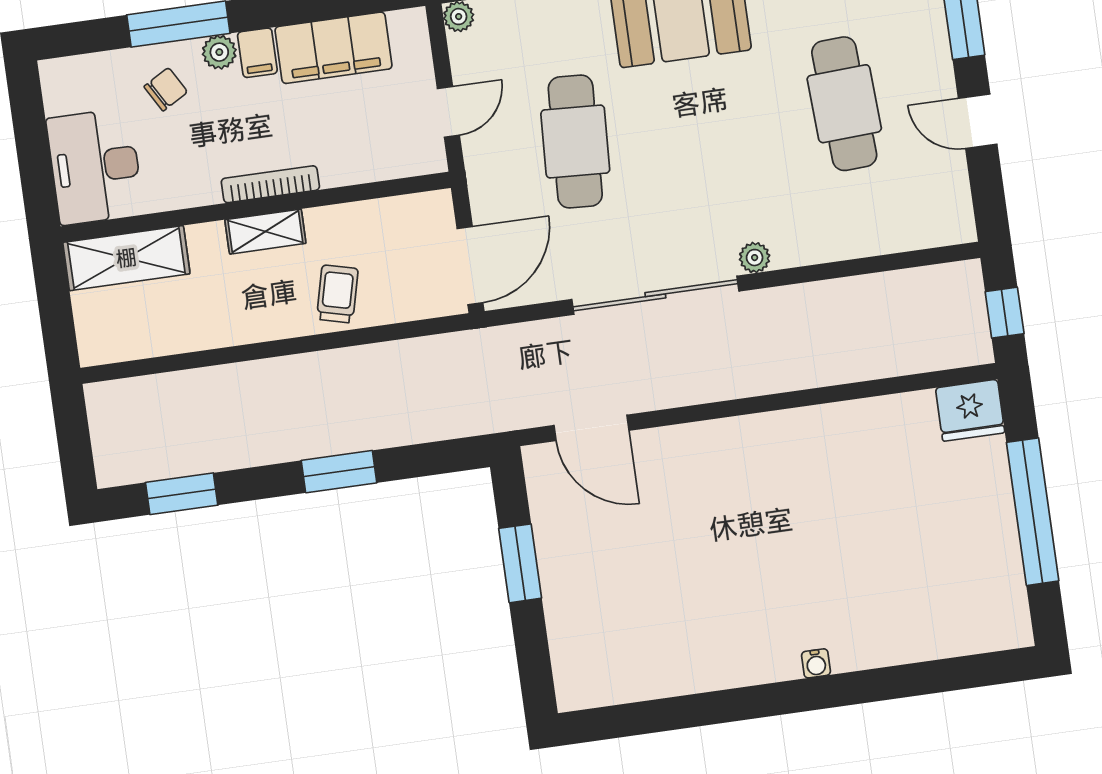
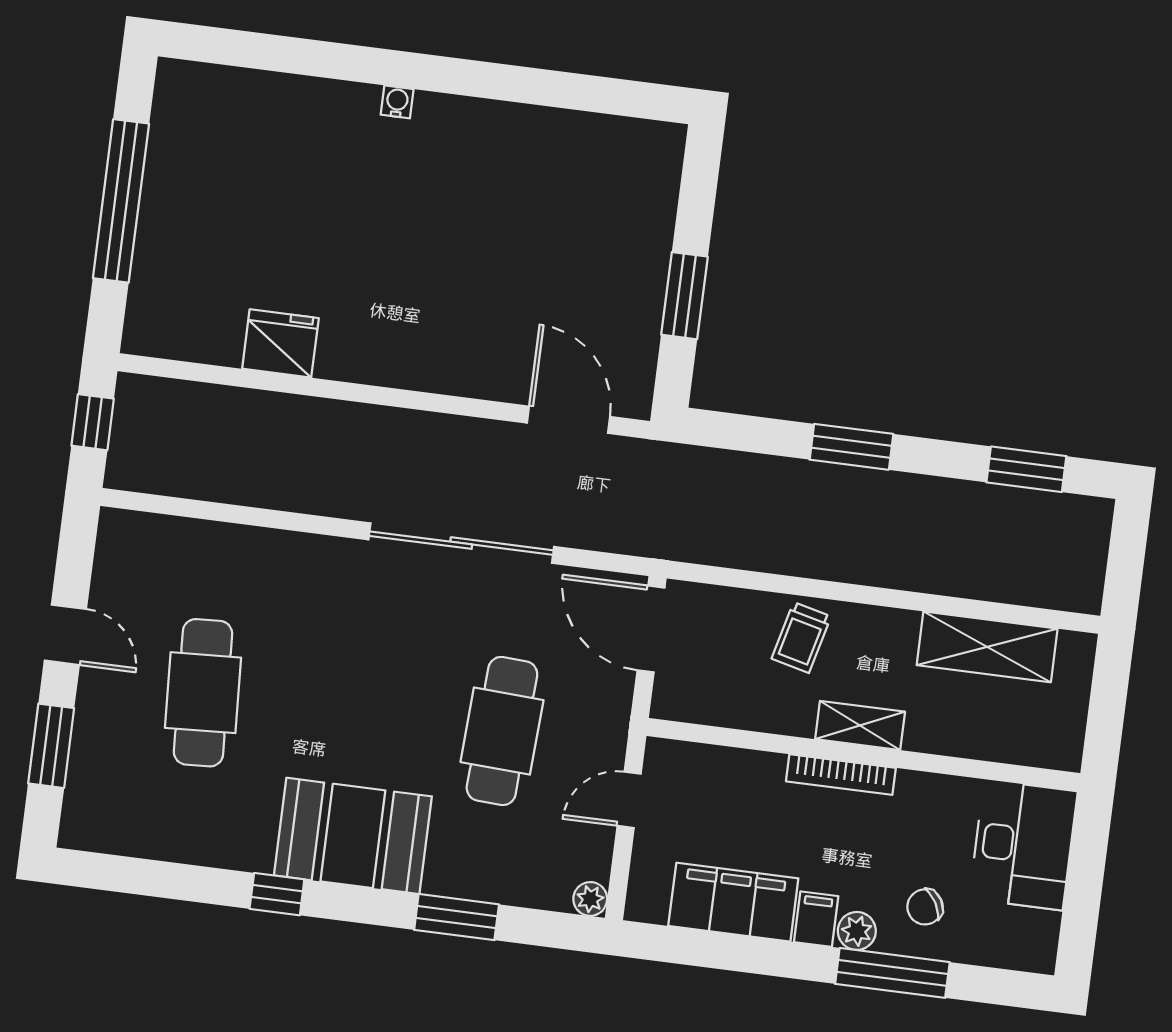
shelving: (126, 258) -> (987, 647), moved
plant: (755, 258) -> (344, 554), removed
door: (470, 266) -> (651, 629), hinge flipped
fridge: (970, 410) -> (280, 343), moved

